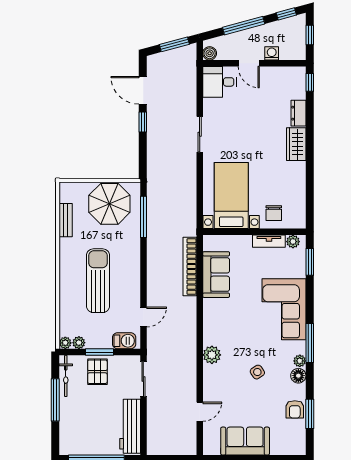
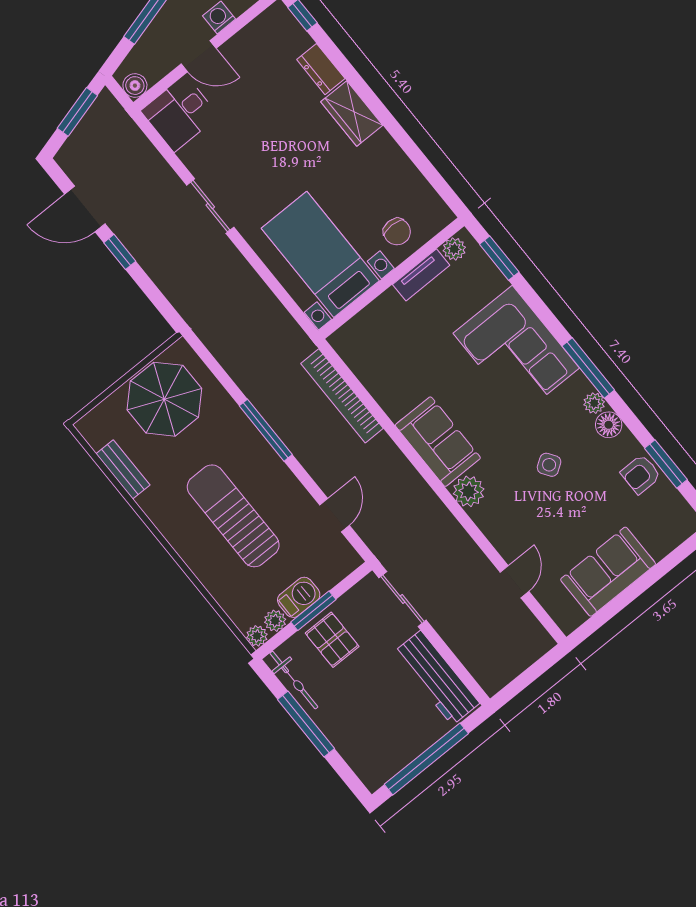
window: (143, 217) -> (266, 430), moved
sofa: (216, 275) -> (438, 442), moved
barbecue: (124, 341) -> (299, 597), moved
armchair: (295, 409) -> (641, 474), turned 90

